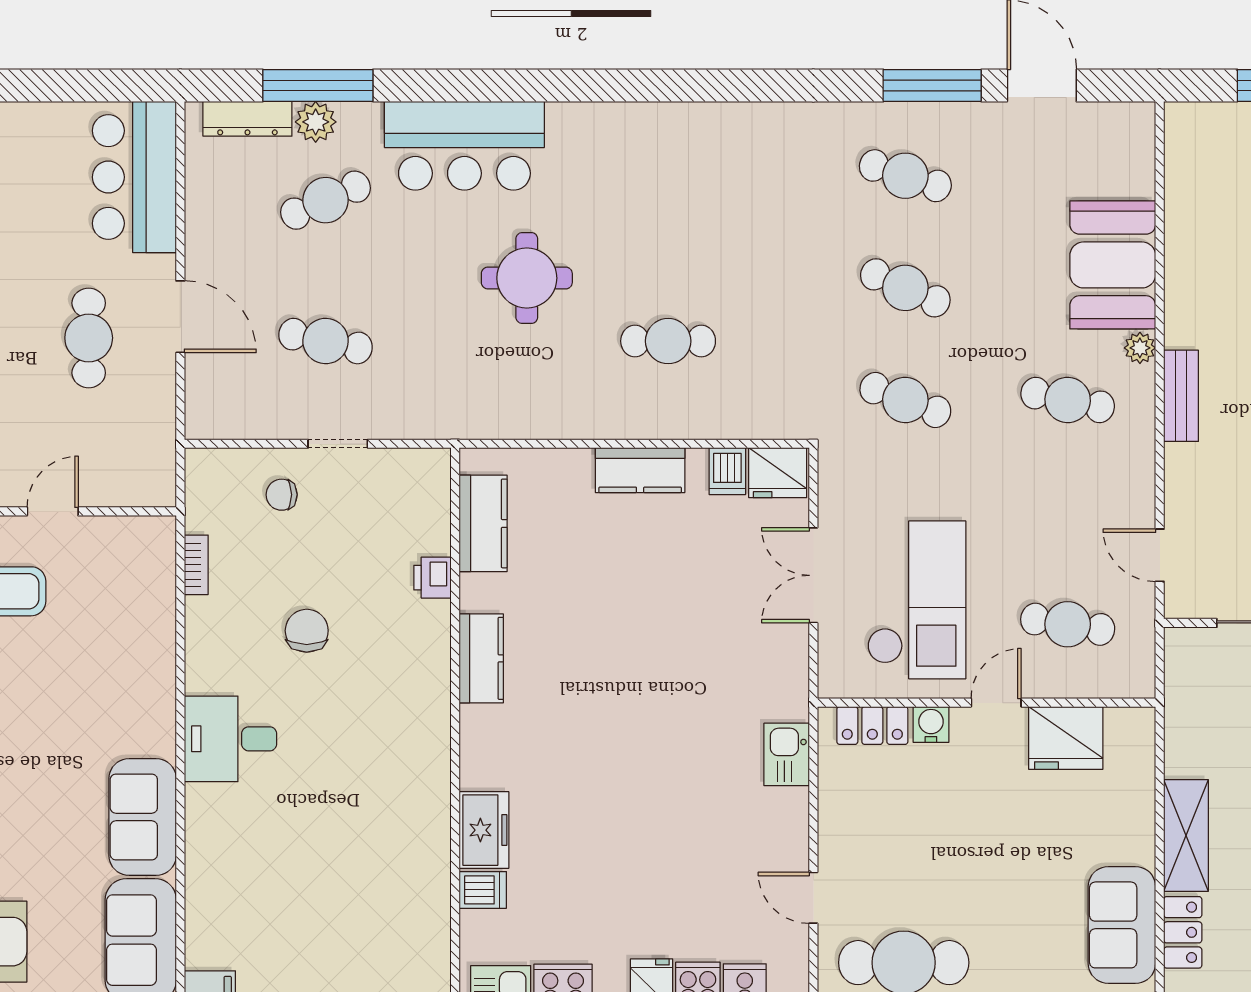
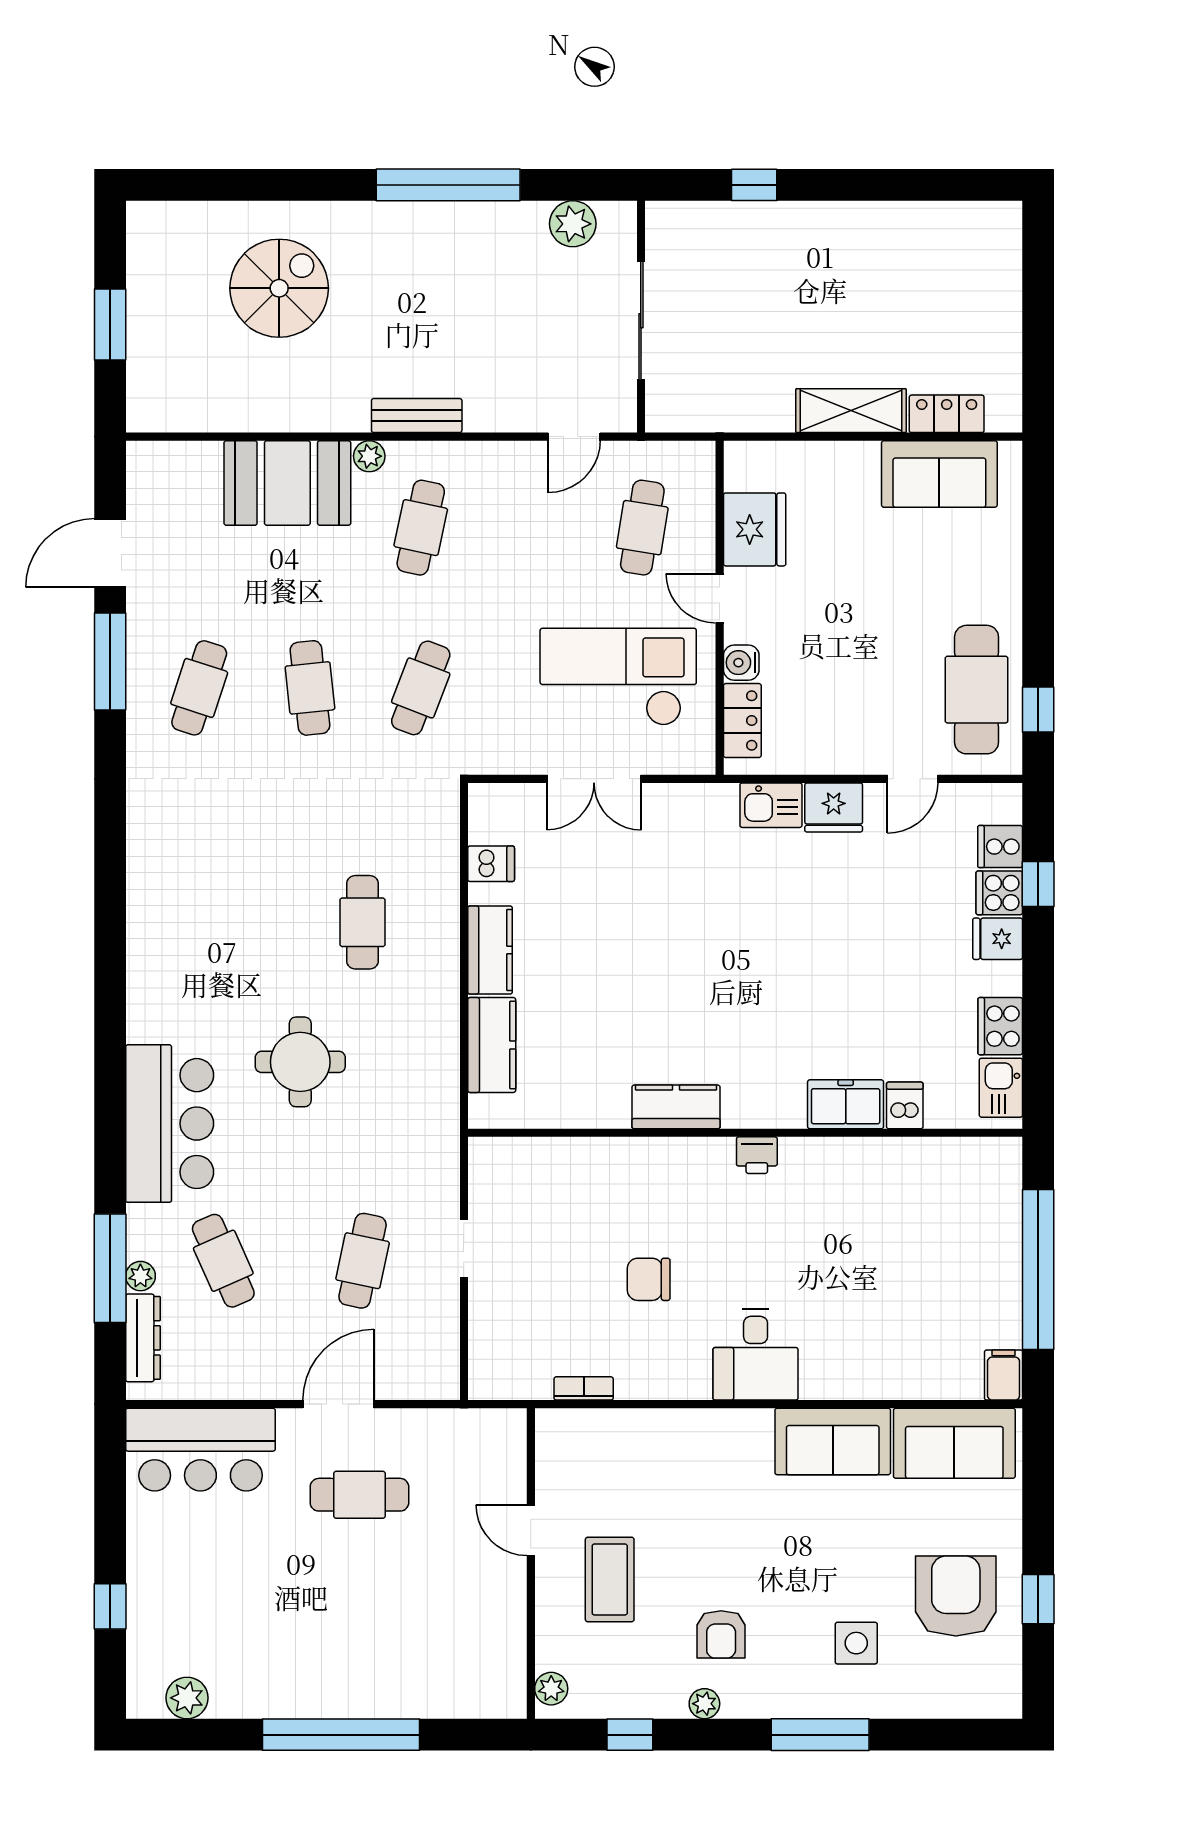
plant: (316, 122) -> (140, 1276), width x0.73, depth x0.73
cafe table: (905, 288) -> (310, 688), turned -30
fridge: (778, 473) -> (834, 807), moved, turned 90
chair: (282, 495) -> (514, 1304), removed
kitchen counter: (483, 523) -> (492, 1045), moved, turned 90
printer: (432, 578) -> (757, 1155), moved

